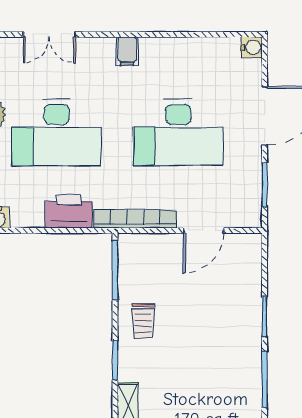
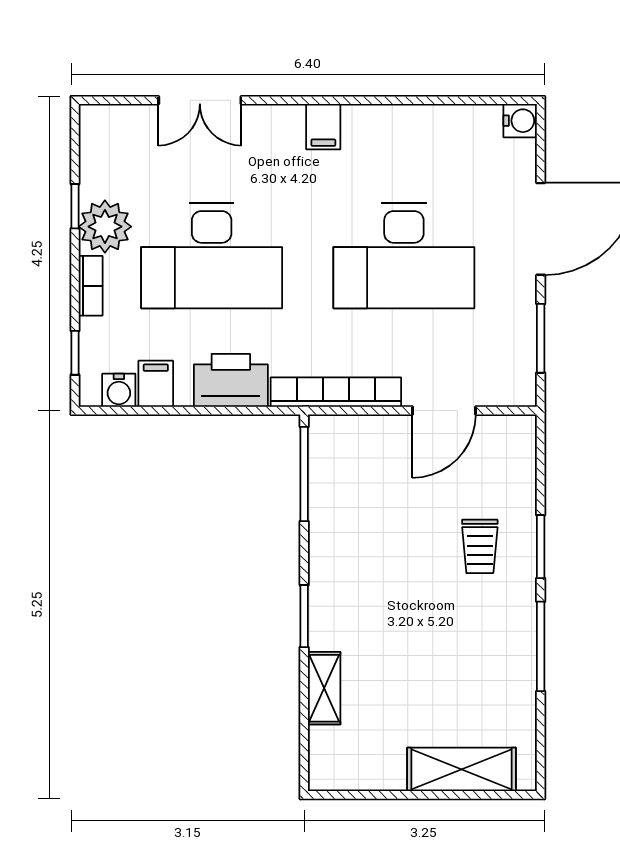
filing cabinet: (21, 214) -> (156, 384), added
trolley: (143, 321) -> (480, 546), moved

